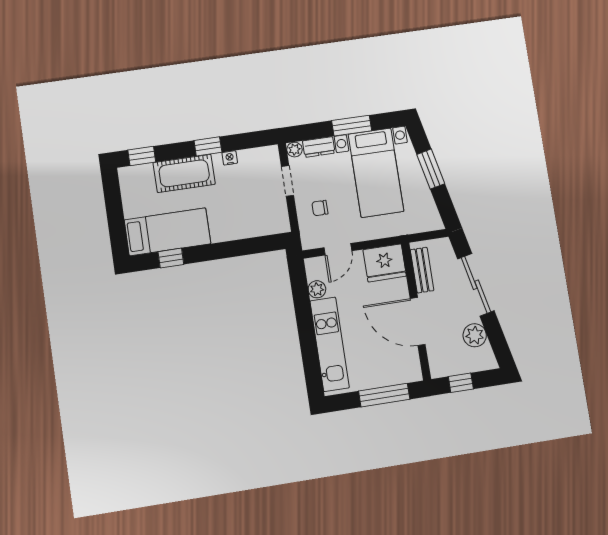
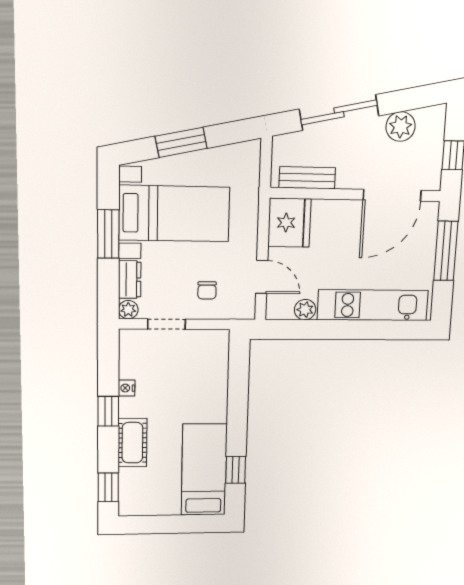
cot: (184, 173) -> (132, 443), width x0.73, depth x0.75
door: (418, 321) -> (392, 195), moved

